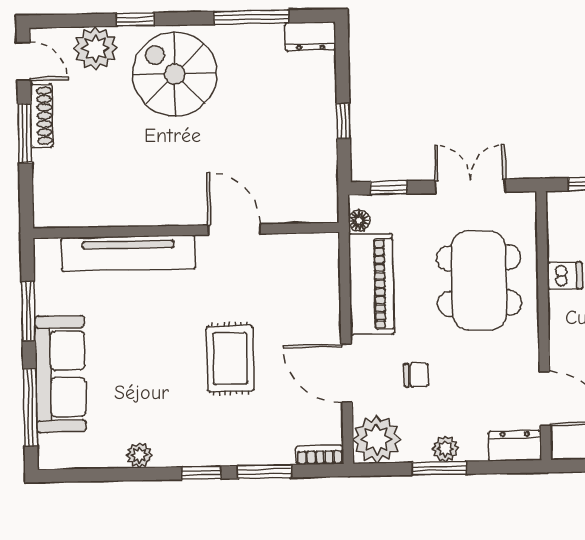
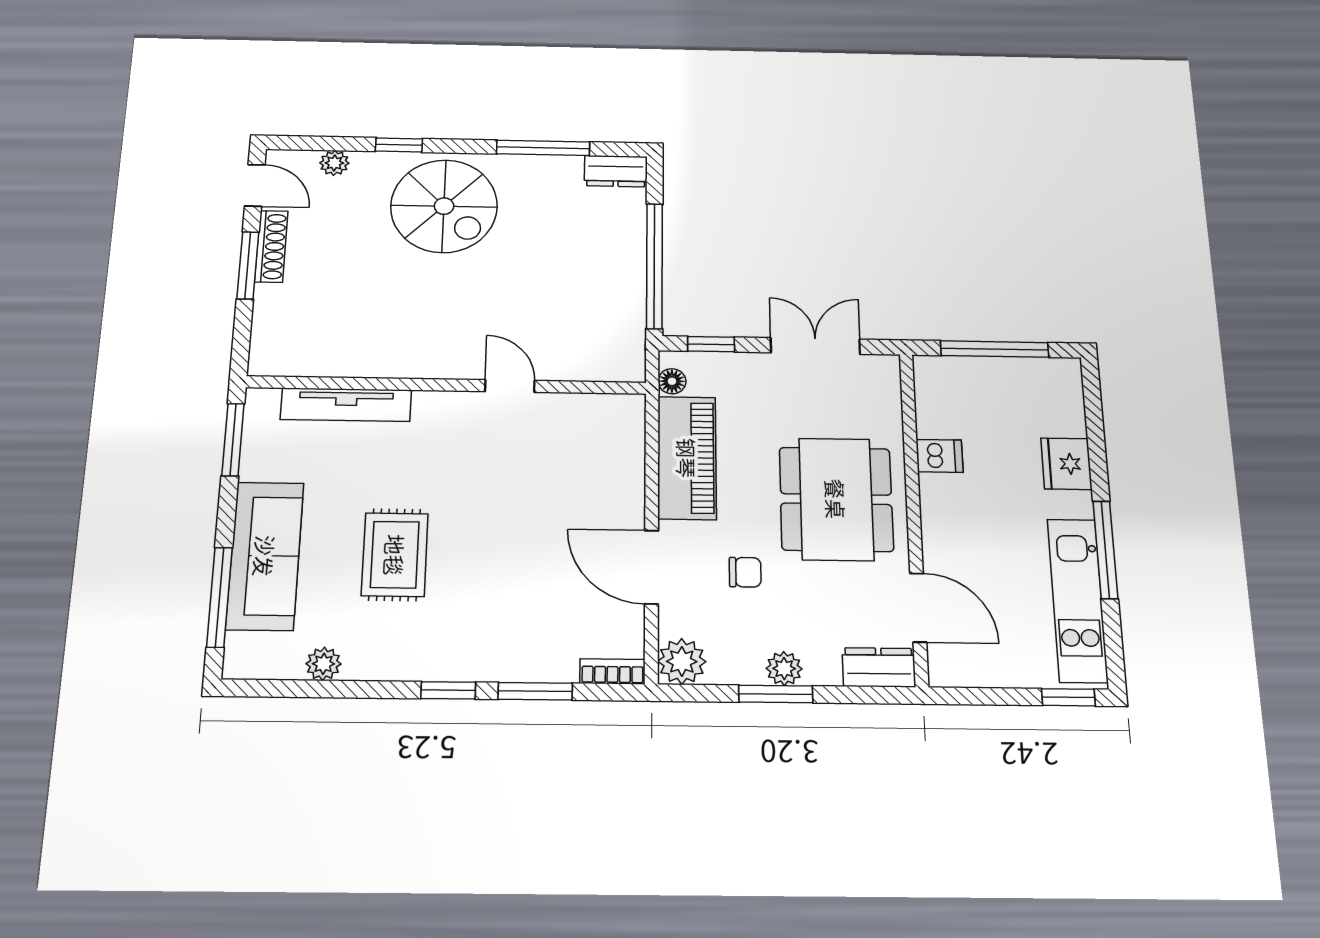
plant: (95, 48) -> (334, 163), width x0.53, depth x0.53
spiral stairs: (175, 74) -> (444, 206), turned 180
window: (343, 121) -> (654, 266), width x3.17
door: (234, 229) -> (510, 386), width x0.73
tv unit: (128, 253) -> (346, 405), width x0.73, depth x0.78
dining table: (479, 281) -> (836, 499), moved
window: (28, 311) -> (233, 440), moved
rug: (230, 358) -> (395, 555), moved
plant: (377, 439) -> (682, 661), width x0.73, depth x0.73
plant: (139, 455) -> (323, 664), moved

